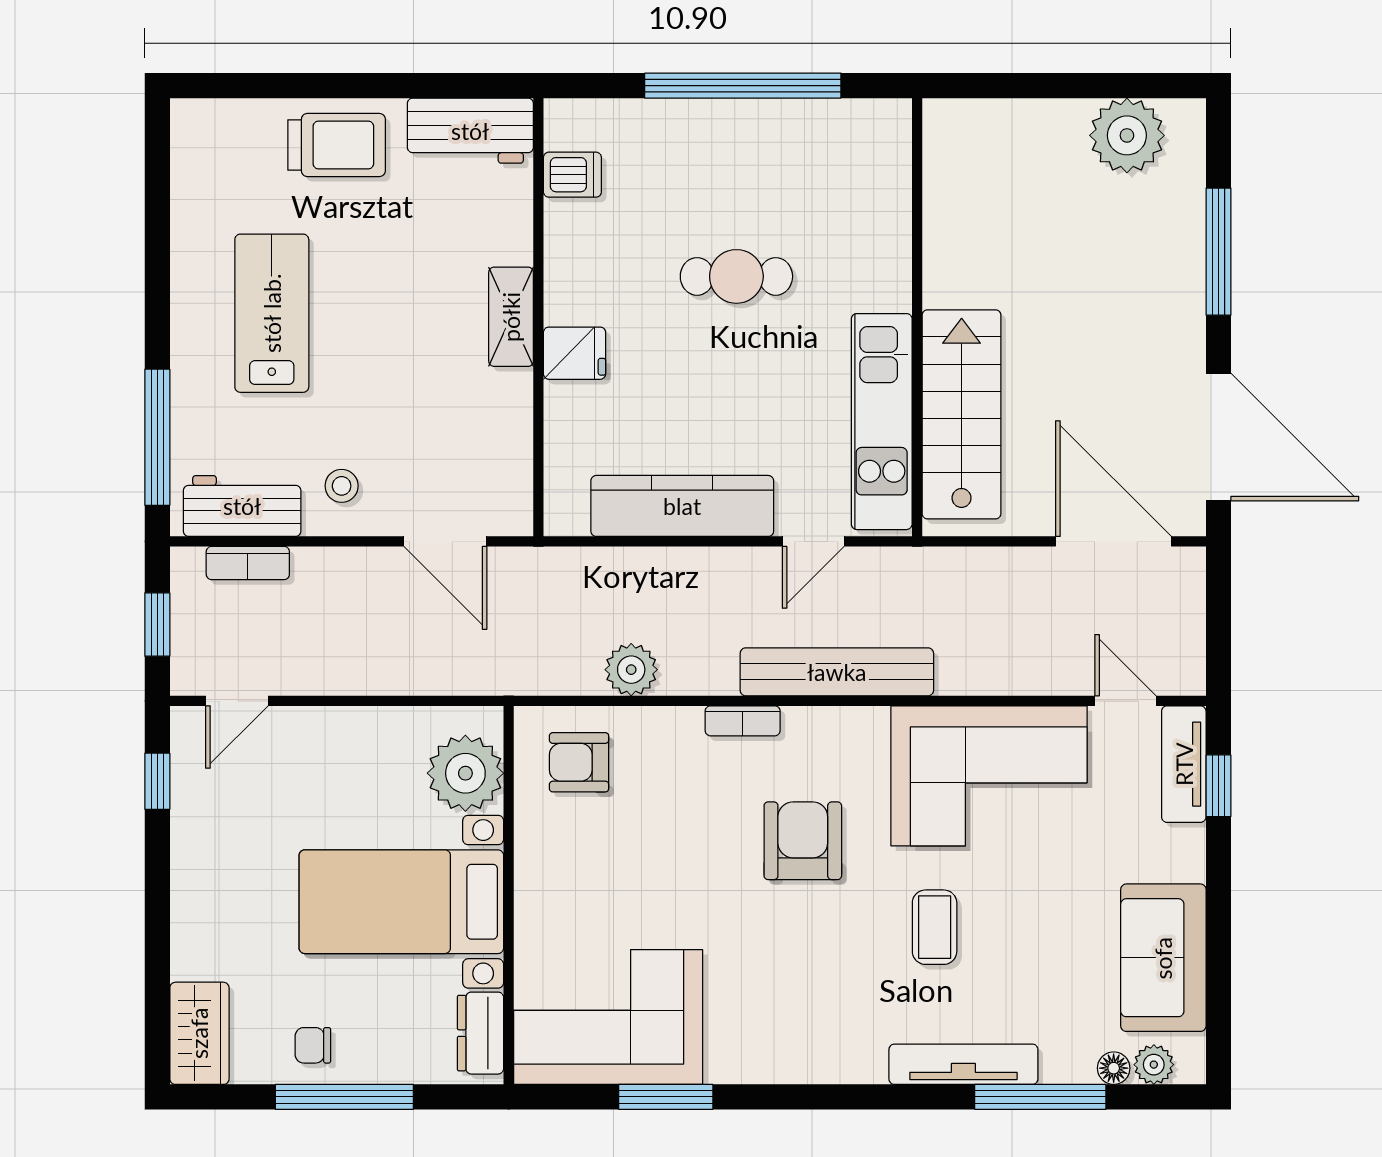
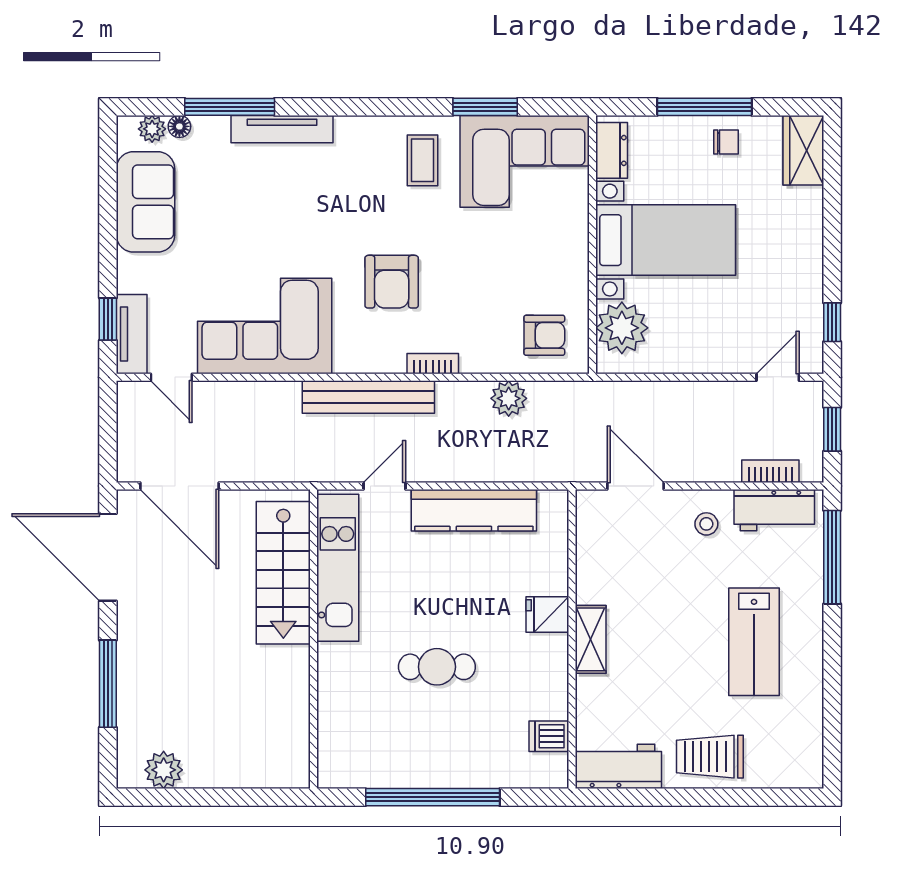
plant: (1127, 135) -> (164, 770), width x0.73, depth x0.73
coffee table: (935, 927) -> (423, 160), moved

